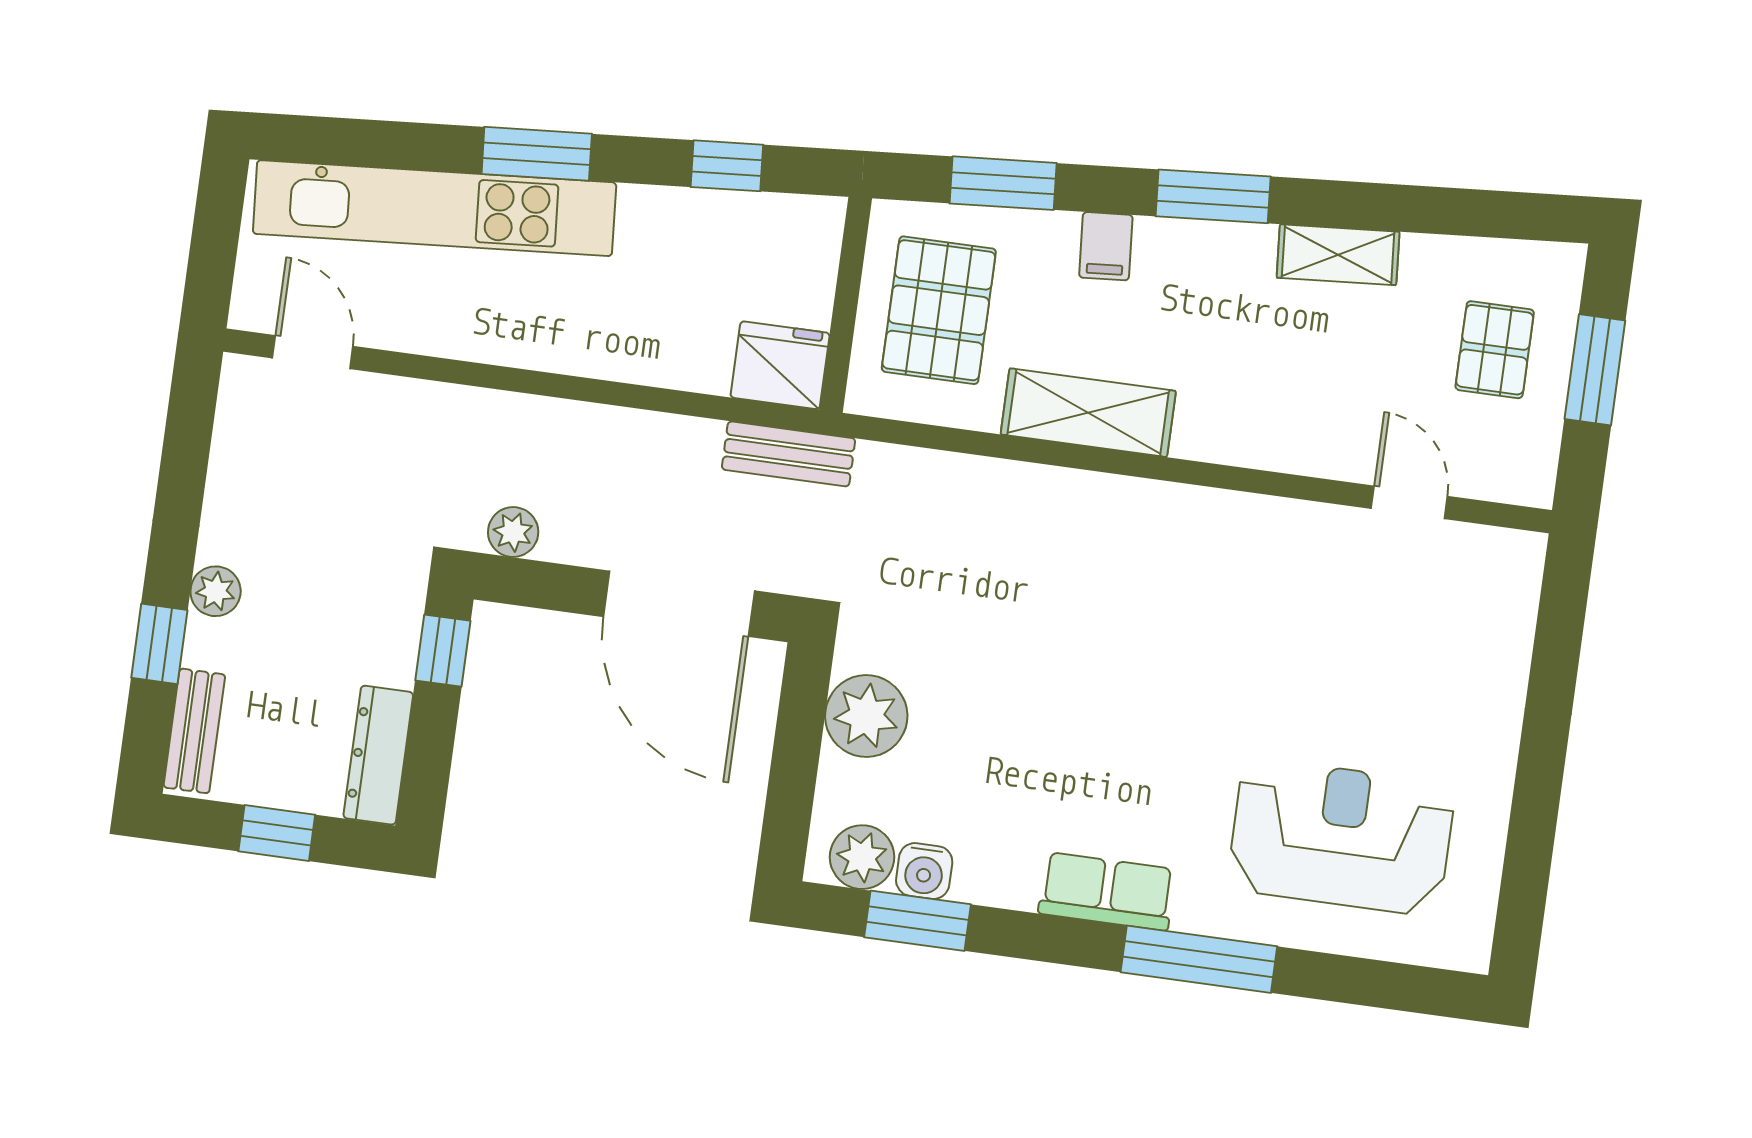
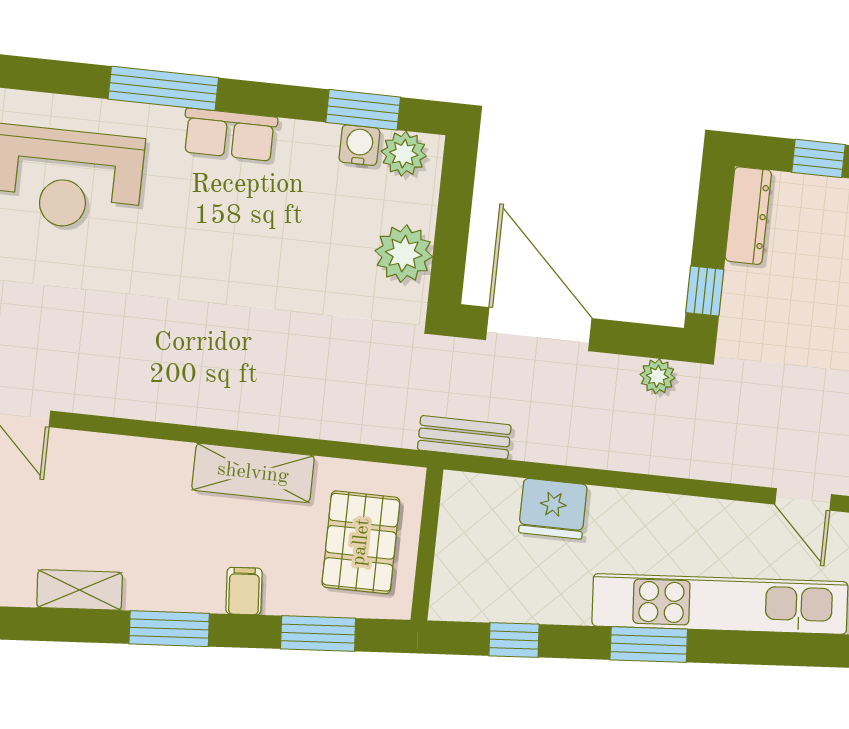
fridge: (780, 365) -> (553, 509), moved

